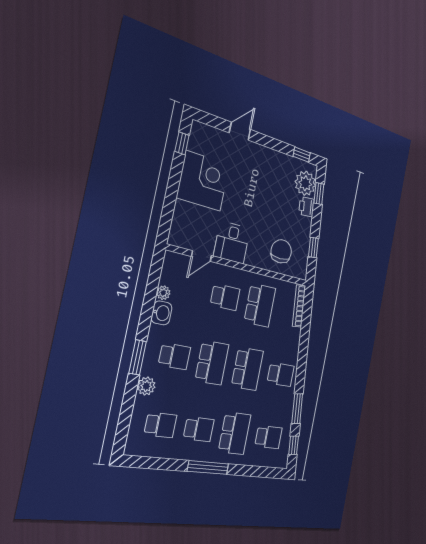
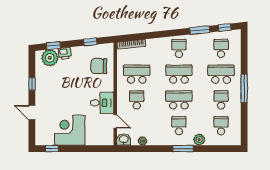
window: (302, 155) -> (32, 84), moved
washbasin: (162, 313) -> (124, 139), moved

